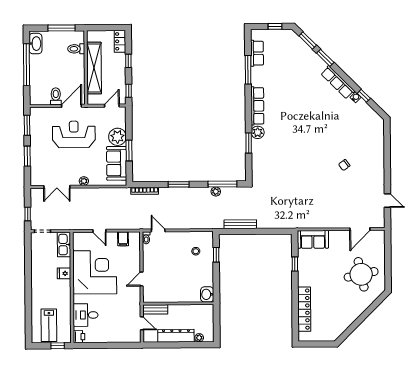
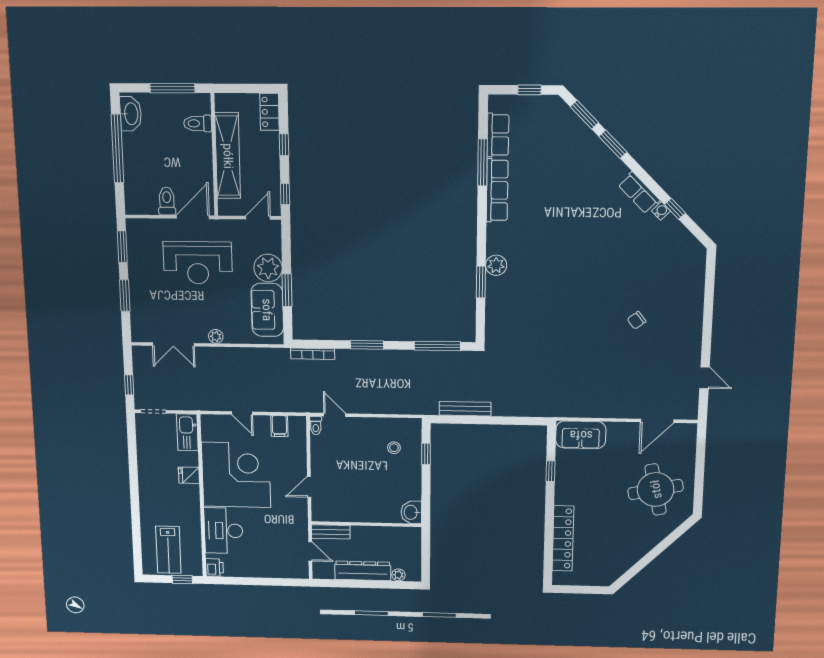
row of seats: (338, 82) -> (639, 193), width x0.68
row of seats: (257, 106) -> (497, 190), moved
reception desk: (74, 134) -> (198, 263), turned 180
plant: (216, 192) -> (426, 357), removed
desk: (86, 315) -> (223, 531), width x1.37

